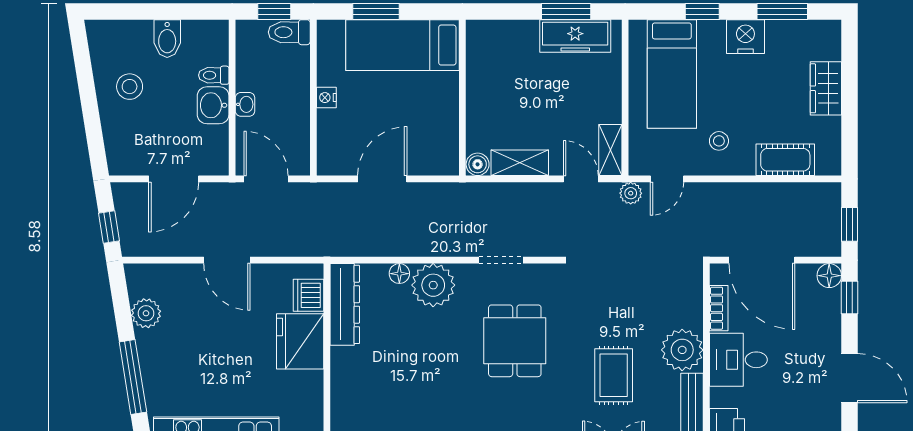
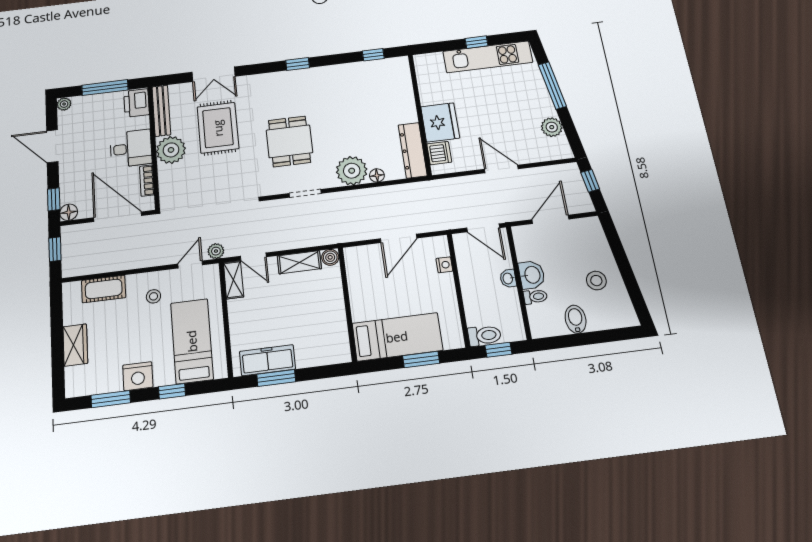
nightstand: (326, 98) -> (444, 265), moved
rug: (614, 375) -> (218, 128), width x1.36, depth x1.43

